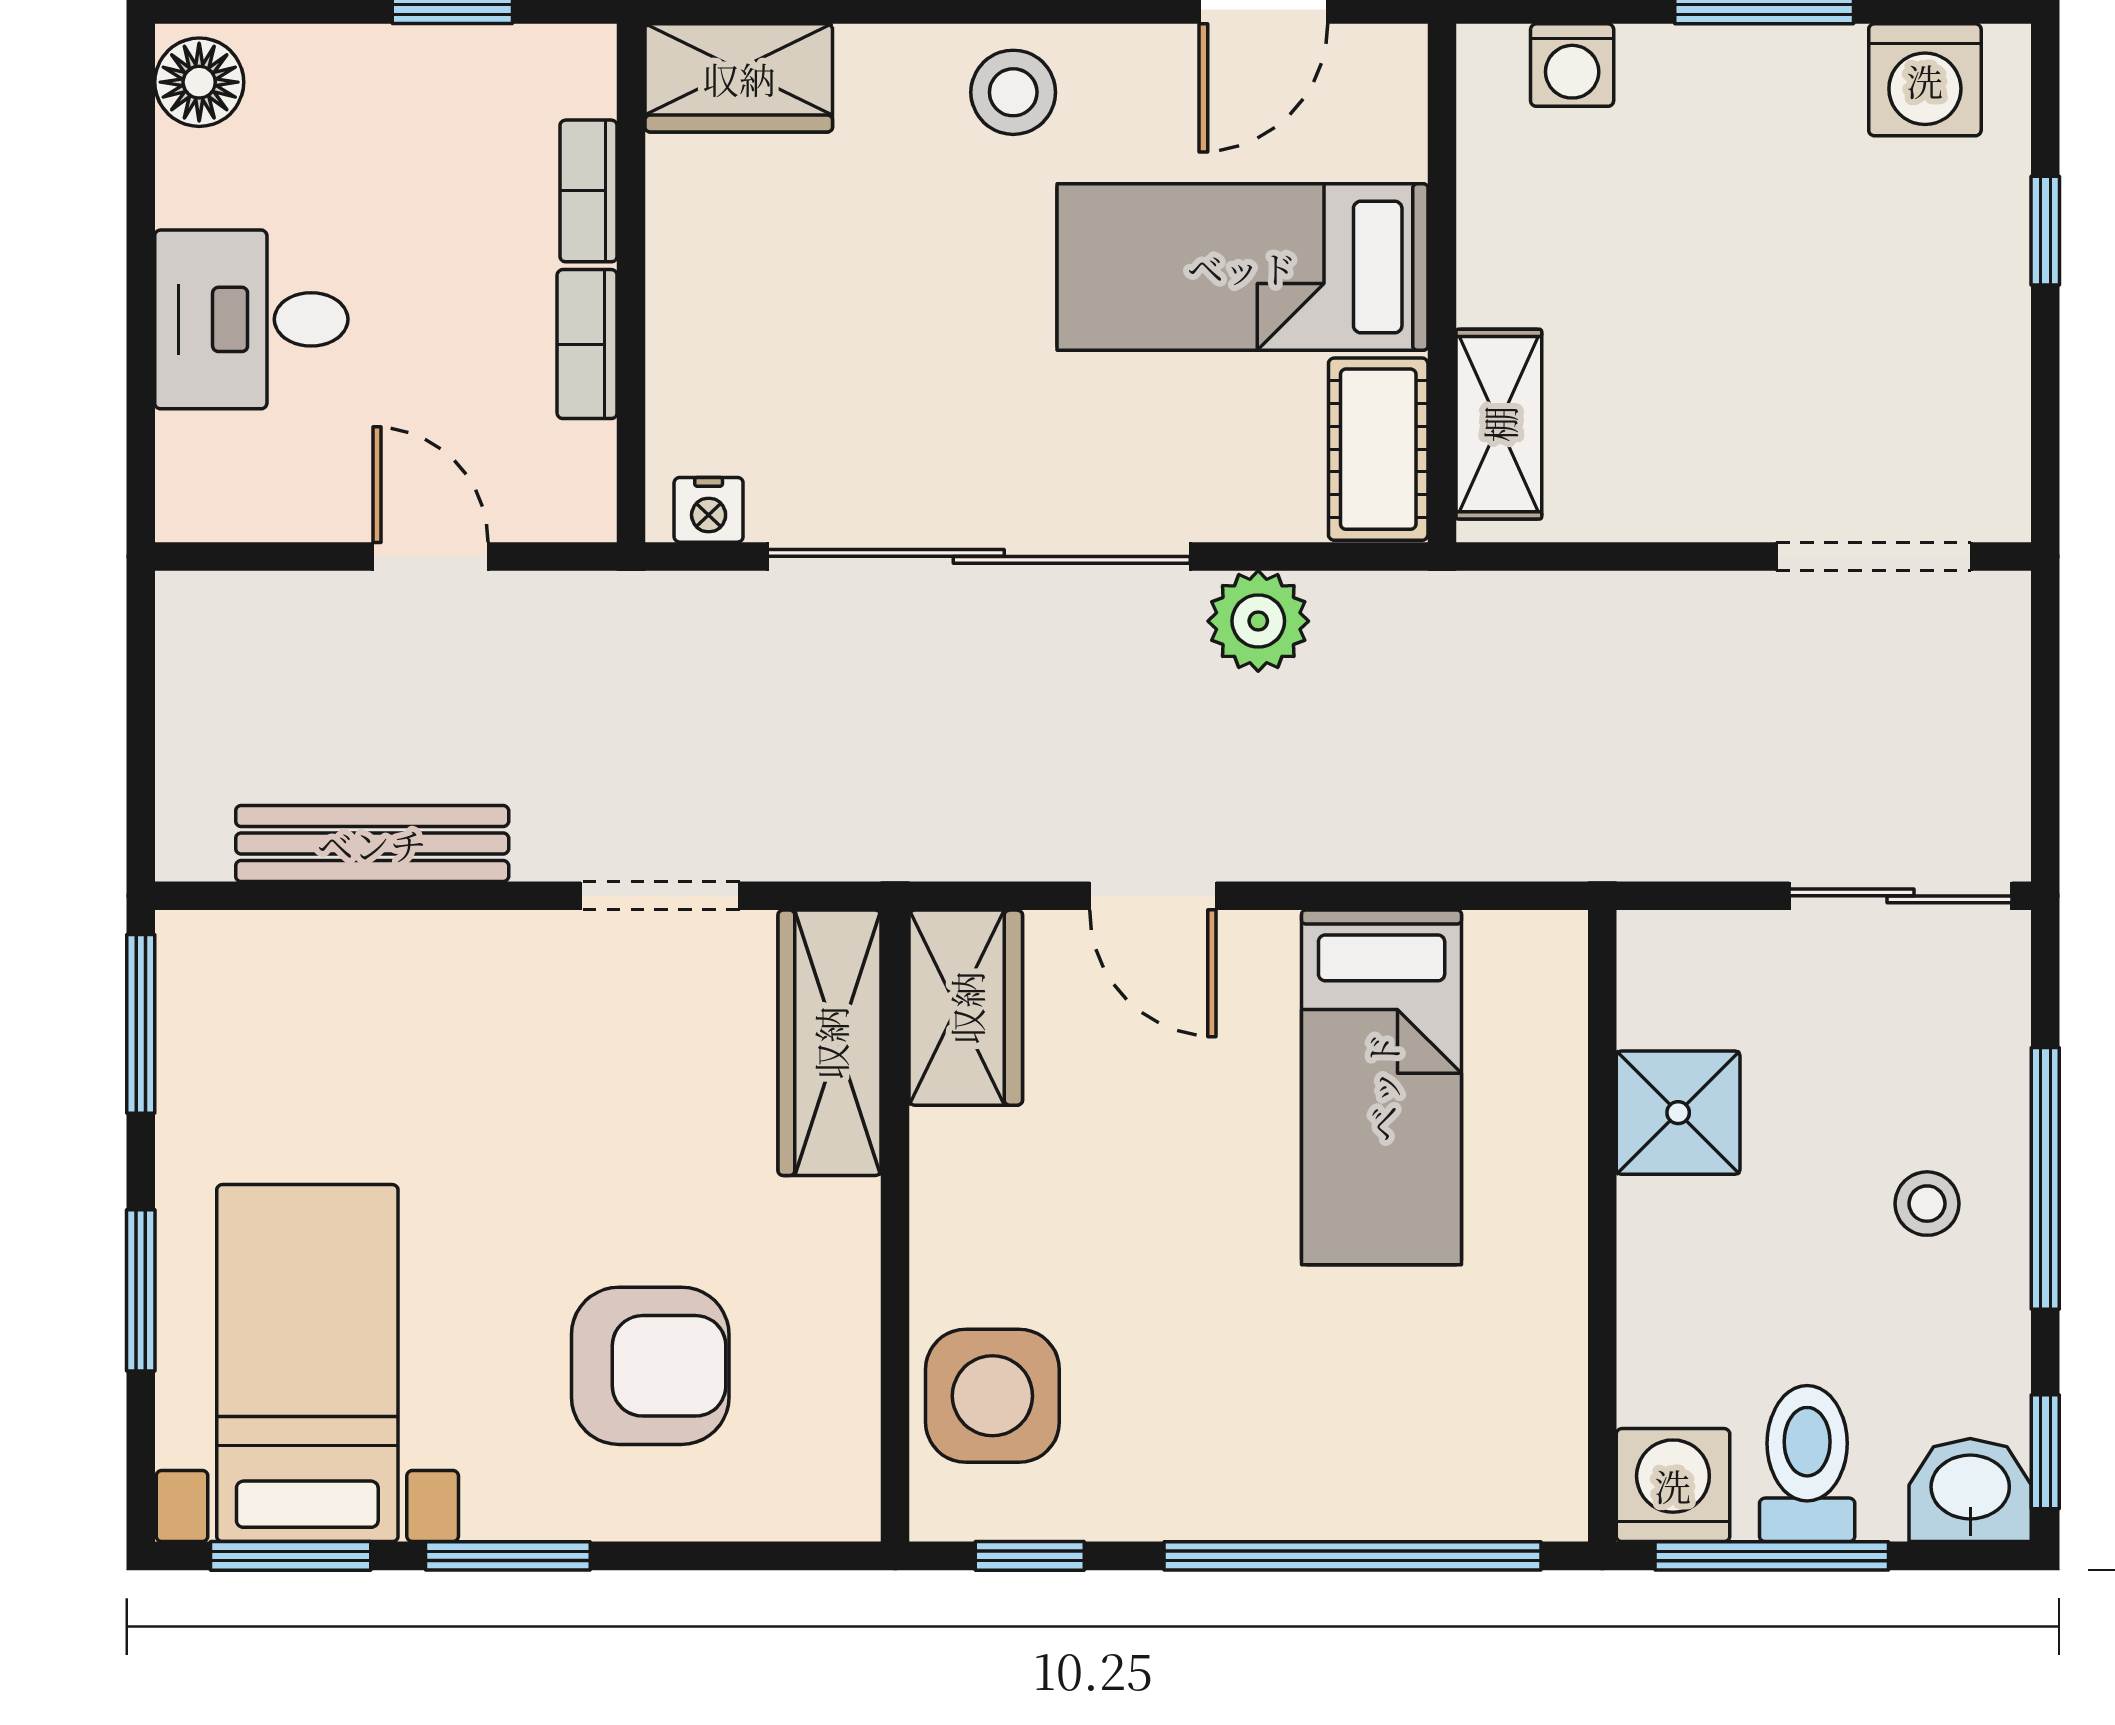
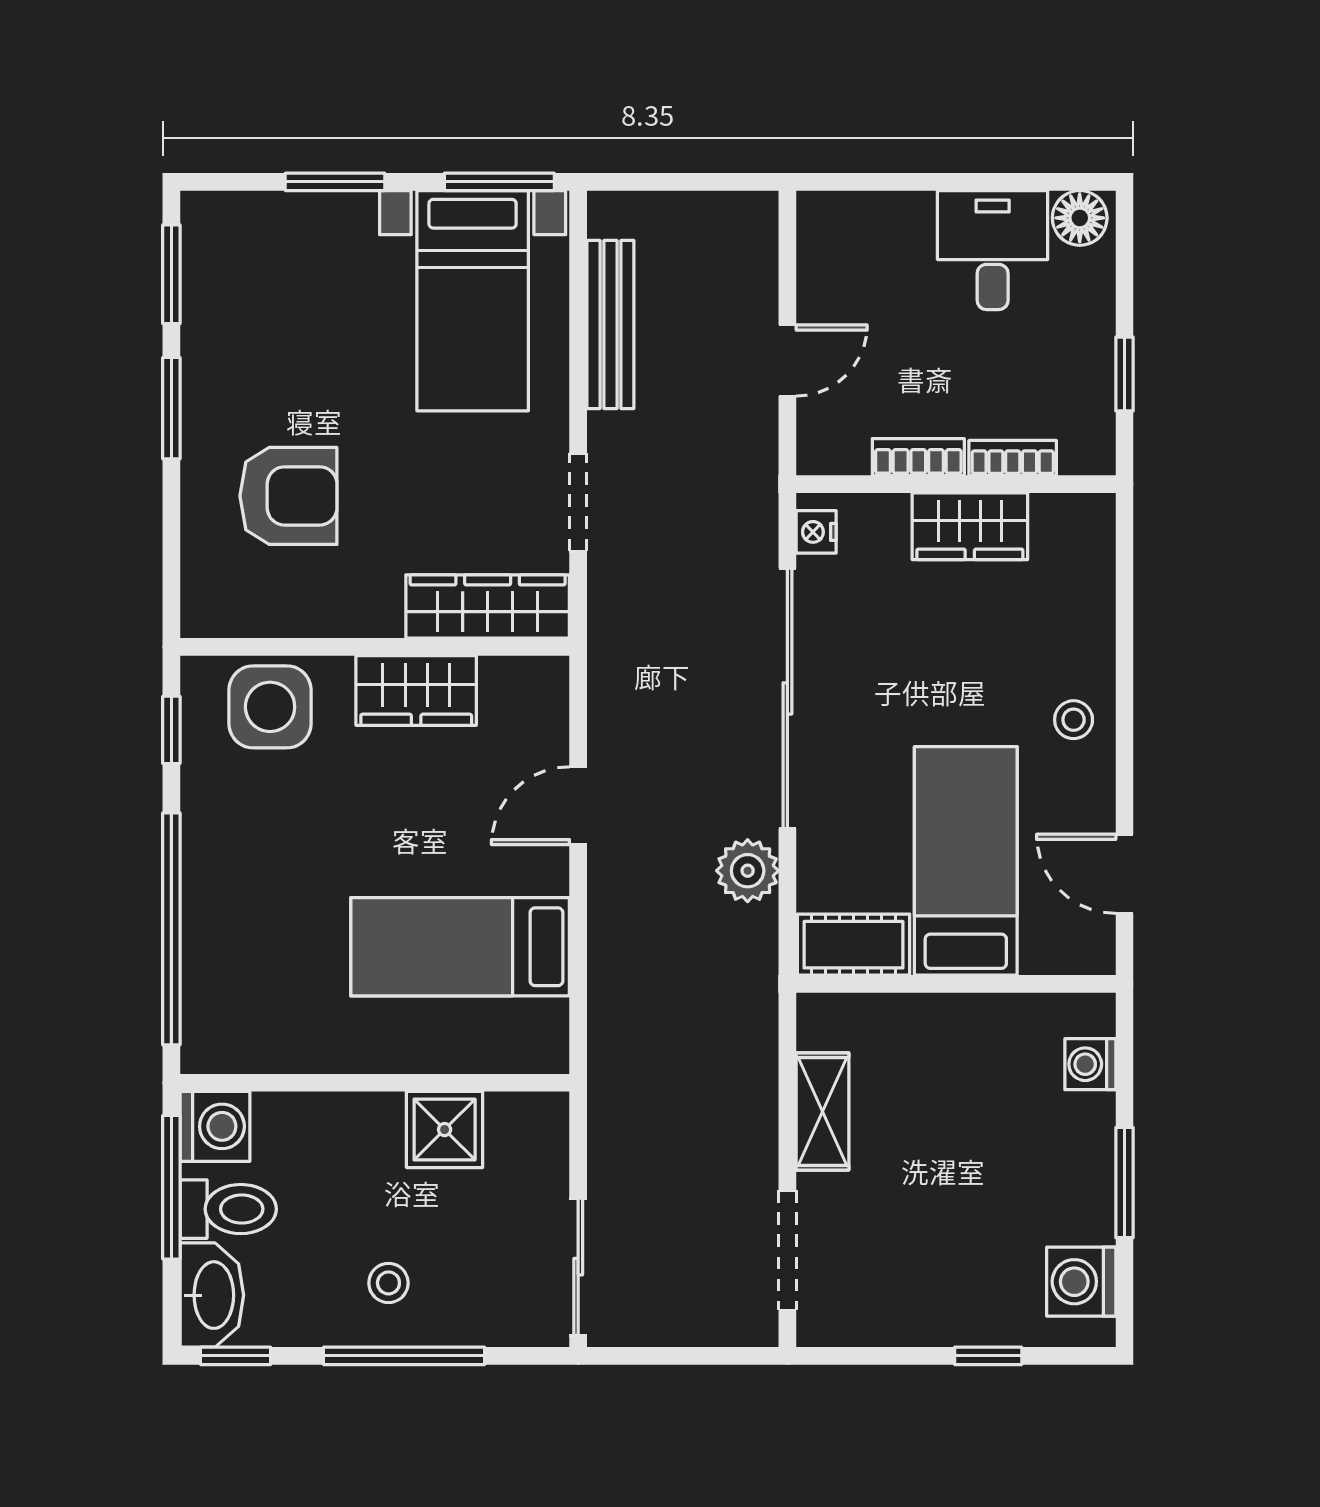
wardrobe: (739, 78) -> (970, 526), moved, turned -90
stool: (1013, 92) -> (1074, 720), width x0.73, depth x0.73
desk: (251, 319) -> (993, 250), moved
shelving: (1499, 424) -> (822, 1111), moved, turned 90
wardrobe: (966, 1008) -> (416, 690), moved
bed with nightstands: (307, 1363) -> (473, 301), moved, turned 90
armchair: (650, 1366) -> (288, 496), turned -90
washbasin: (1970, 1490) -> (212, 1295), width x1.38

